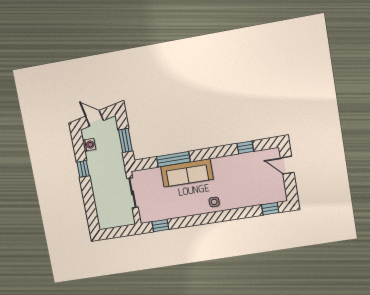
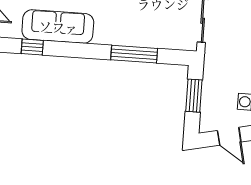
sofa: (187, 173) -> (58, 27), moved

